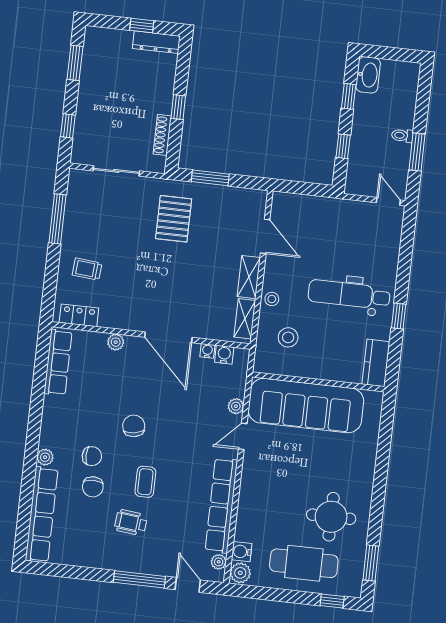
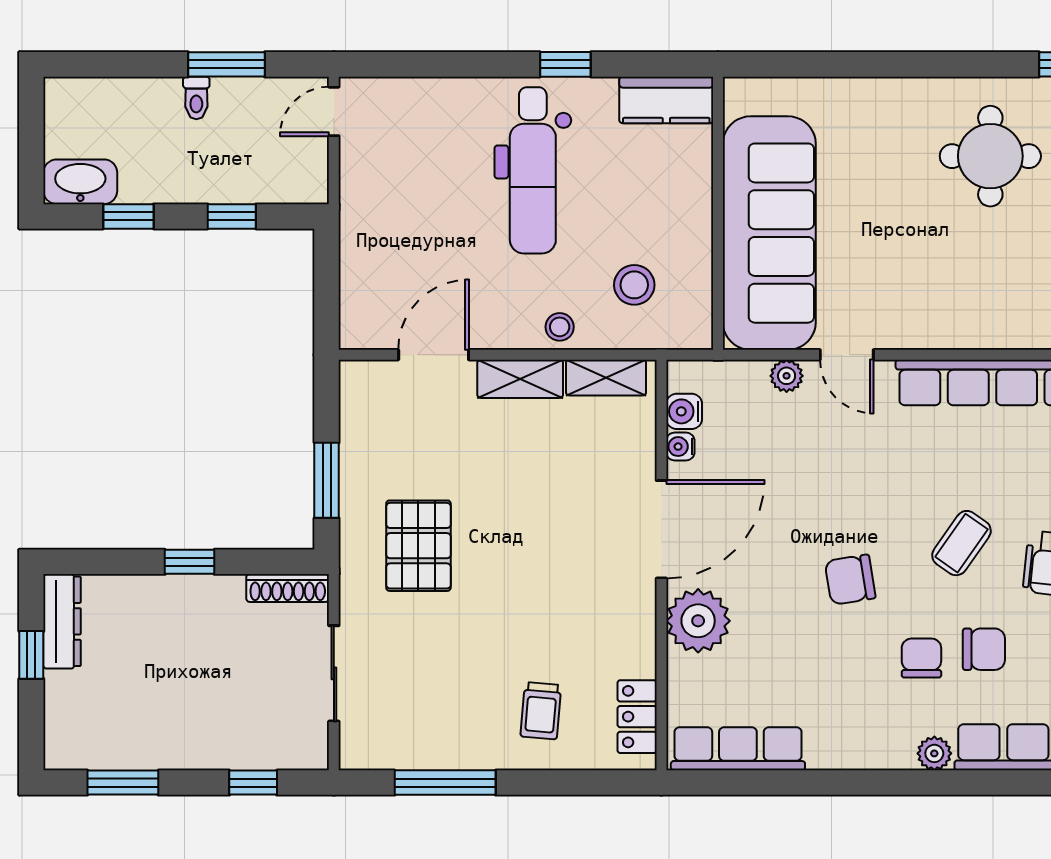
shoe rack: (162, 135) -> (288, 588), moved
pallet: (174, 219) -> (418, 546), turned 90
plant: (116, 342) -> (698, 621), width x1.88, depth x1.88
coffee table: (145, 482) -> (961, 543), turned -55

